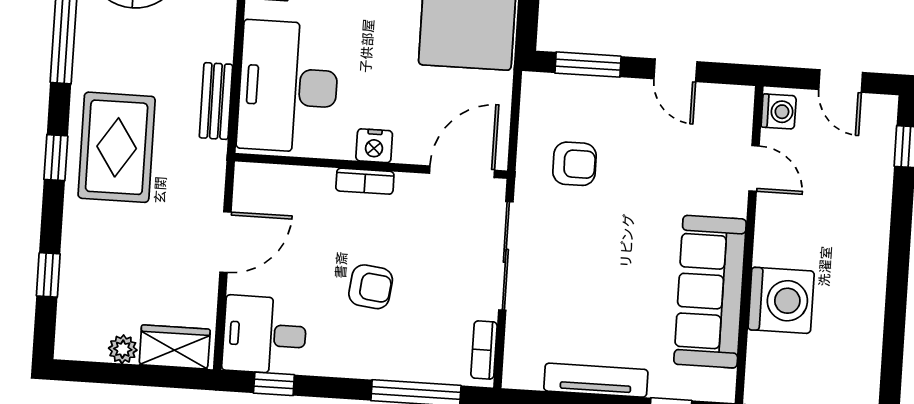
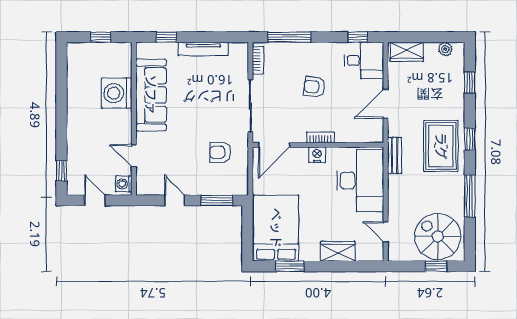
bench: (216, 101) -> (395, 155), moved
plant: (123, 349) -> (445, 49), moved

